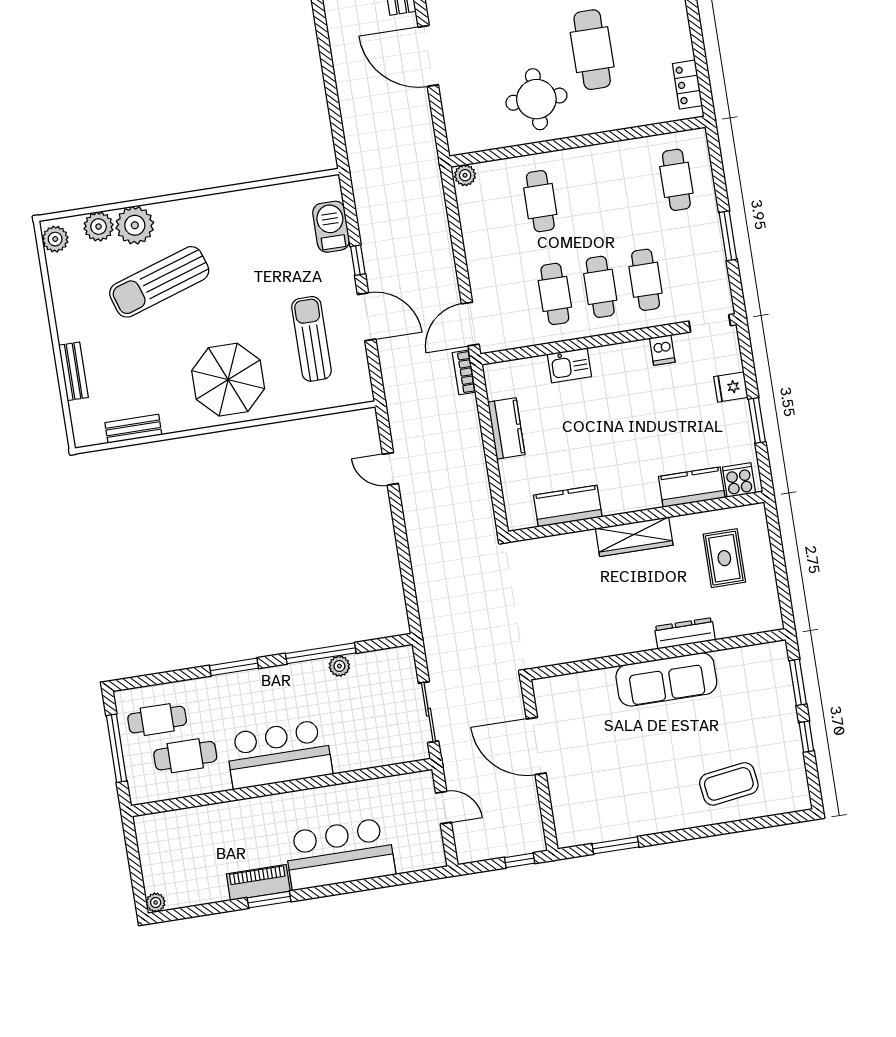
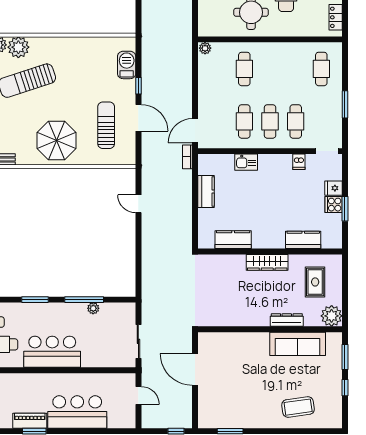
cooker: (739, 480) -> (334, 205), moved, turned -90
plant: (763, 613) -> (332, 316), added
sofa: (666, 679) -> (298, 344), moved

